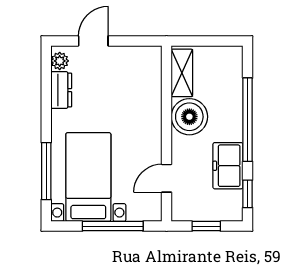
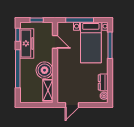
door: (93, 41) -> (72, 105), moved
freezer: (228, 166) -> (27, 43), width x1.40
door: (167, 178) -> (55, 42), hinge flipped

